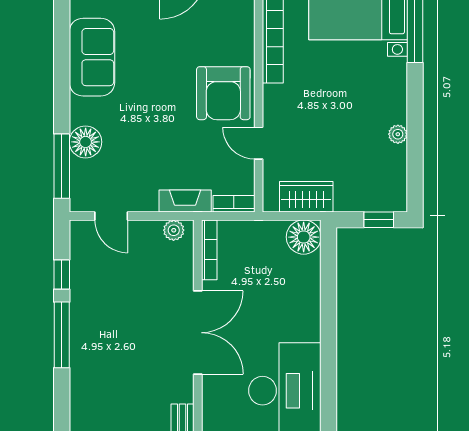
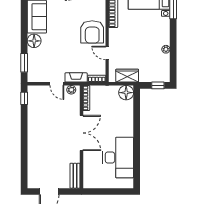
floor lamp: (86, 142) -> (34, 41), moved
window: (62, 166) -> (24, 63), width x0.69
door: (111, 216) -> (57, 84), moved
window: (62, 275) -> (24, 98), moved
window: (62, 335) -> (24, 134), removed

